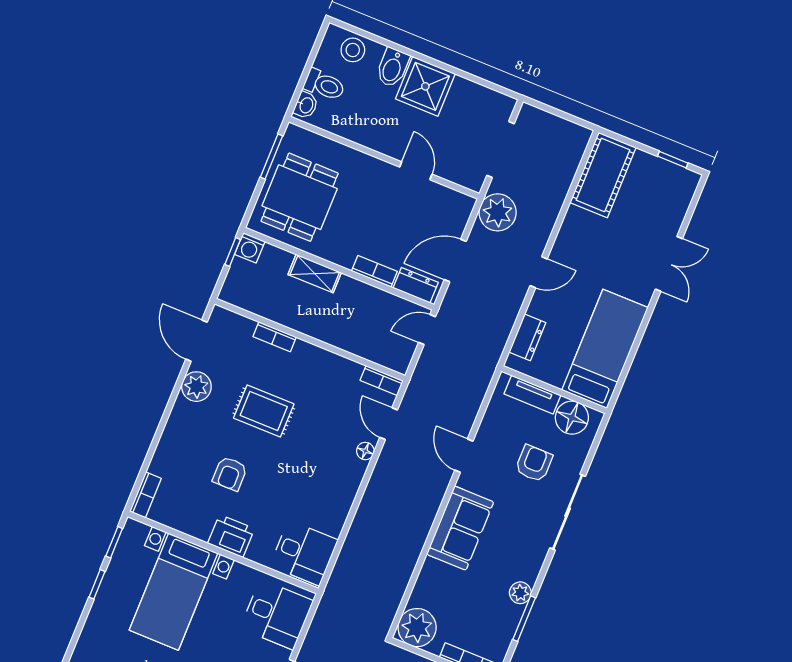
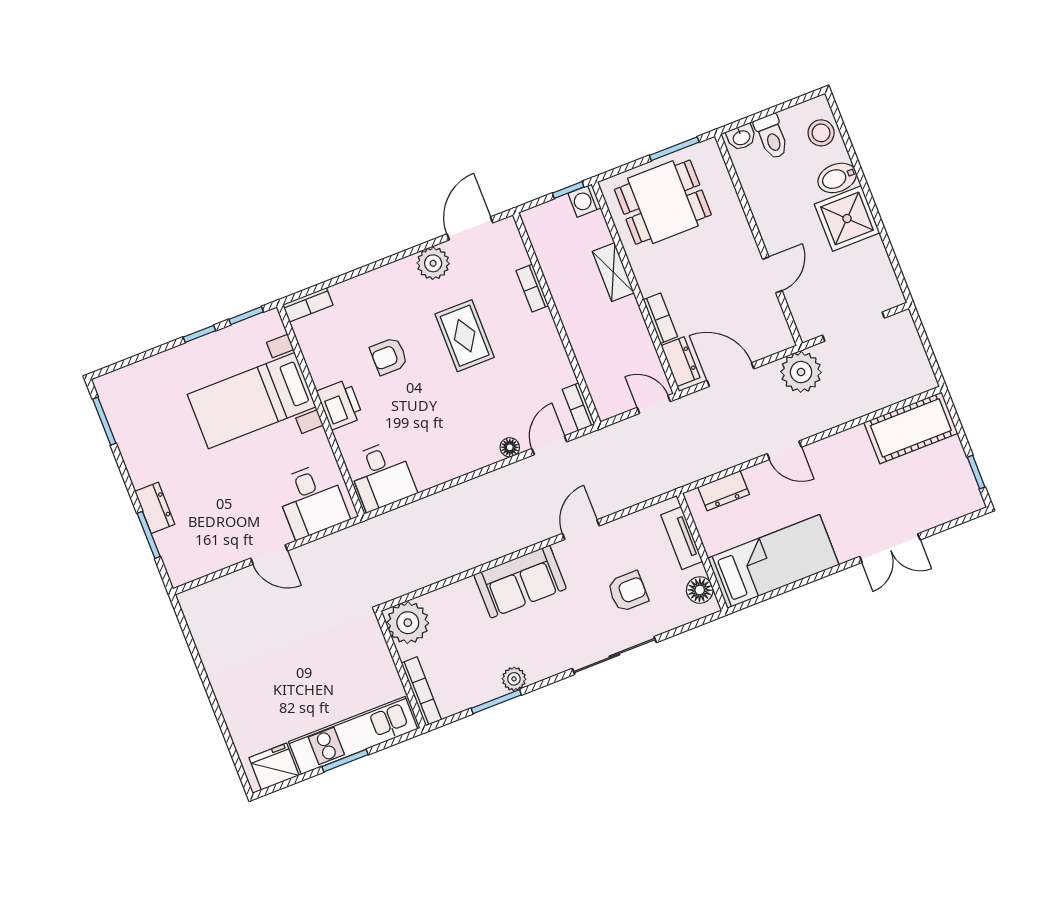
floor lamp: (572, 418) -> (700, 590), width x0.73, depth x0.73

